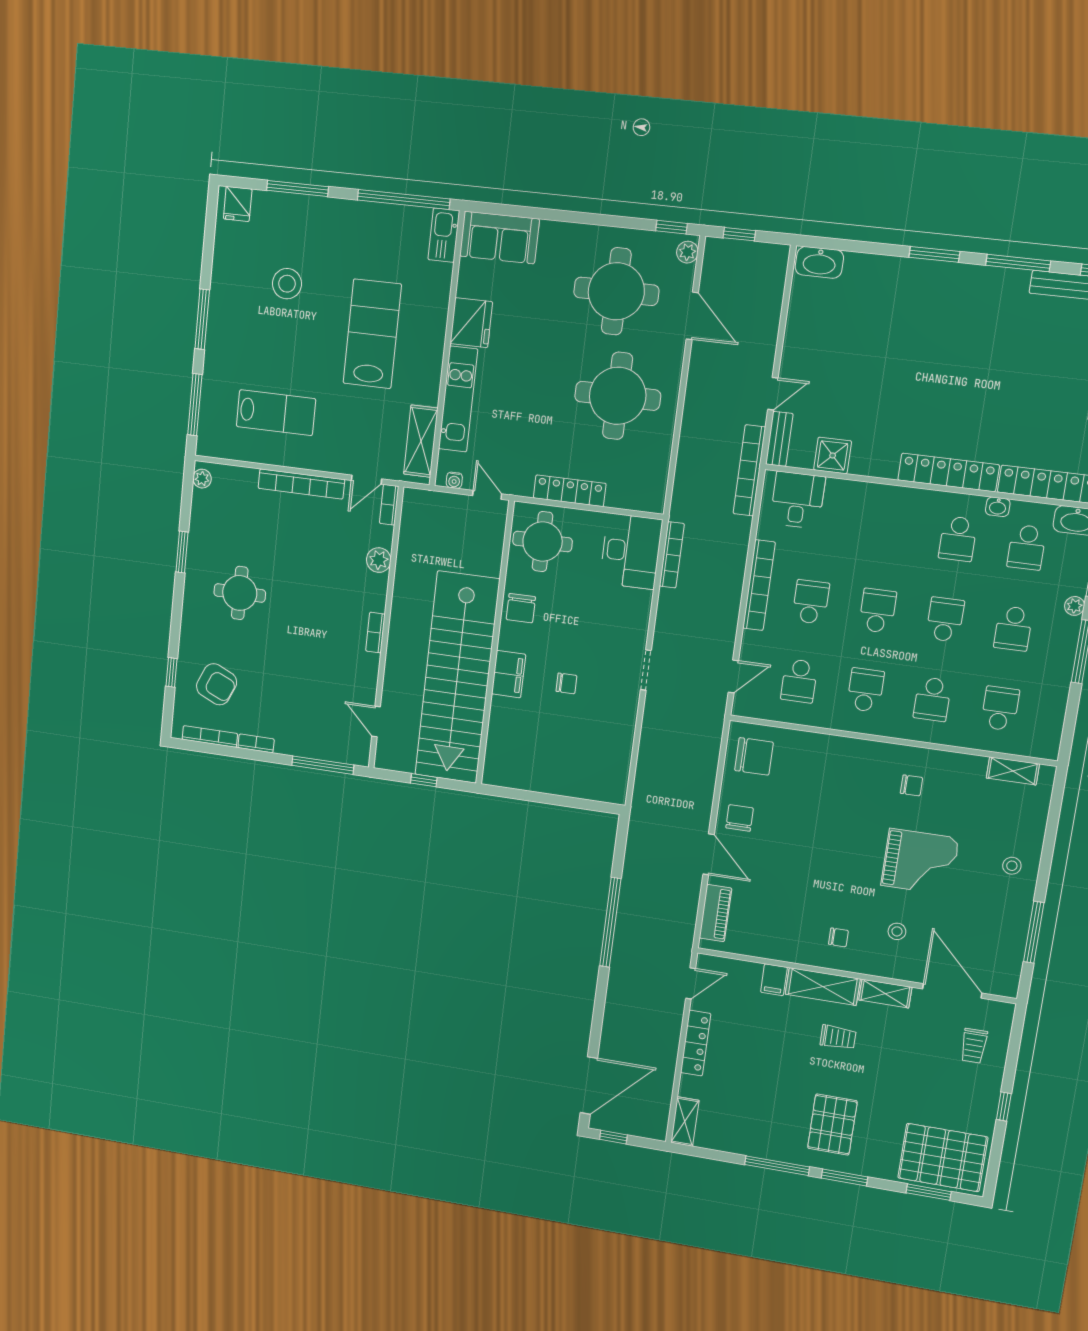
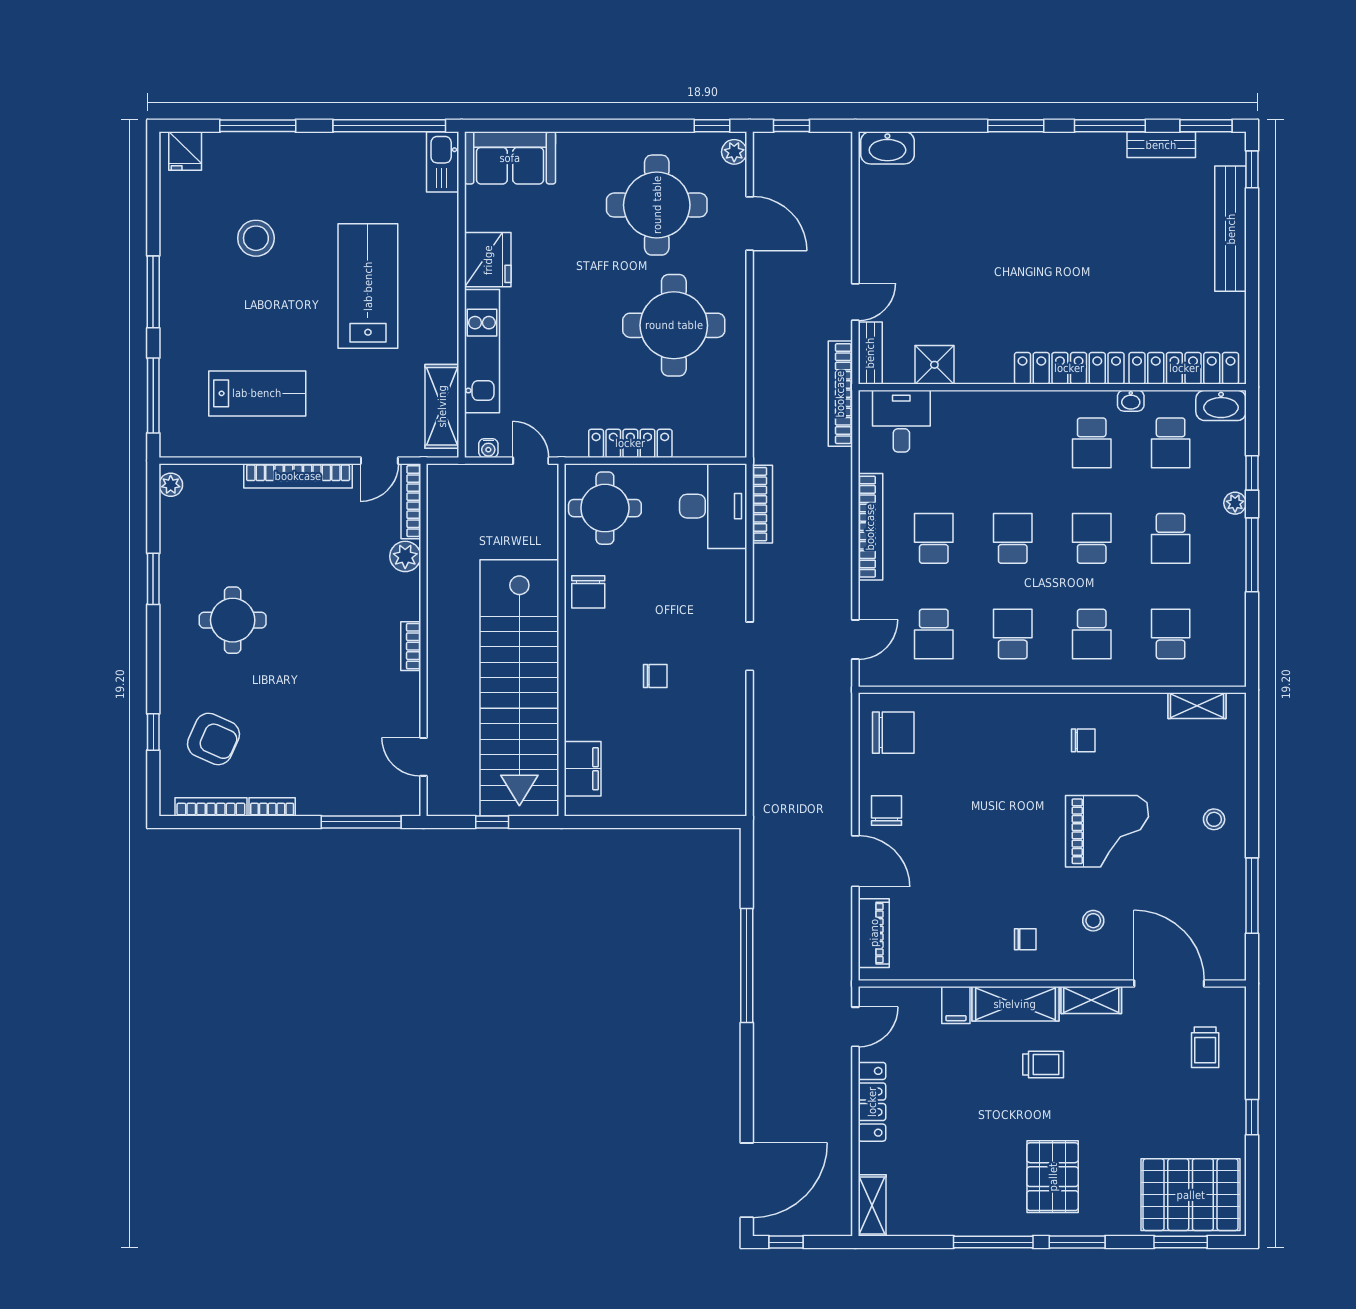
bookcase: (389, 505) -> (411, 501), width x1.56
filing cabinet: (509, 674) -> (583, 769), moved

